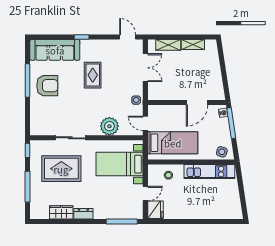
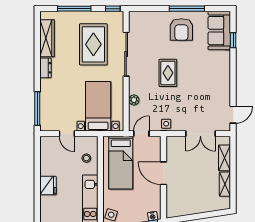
window: (82, 37) -> (233, 40), moved
sofa: (55, 50) -> (219, 31), width x0.73
rug: (93, 75) -> (168, 73), moved, turned 90
door: (197, 103) -> (163, 173), moved
plant: (109, 126) -> (134, 100), width x0.53, depth x0.53
sliding door: (70, 138) -> (126, 54), width x1.37
fridge: (155, 210) -> (48, 186), moved, turned -90
wardrobe: (61, 212) -> (47, 38), width x1.50

